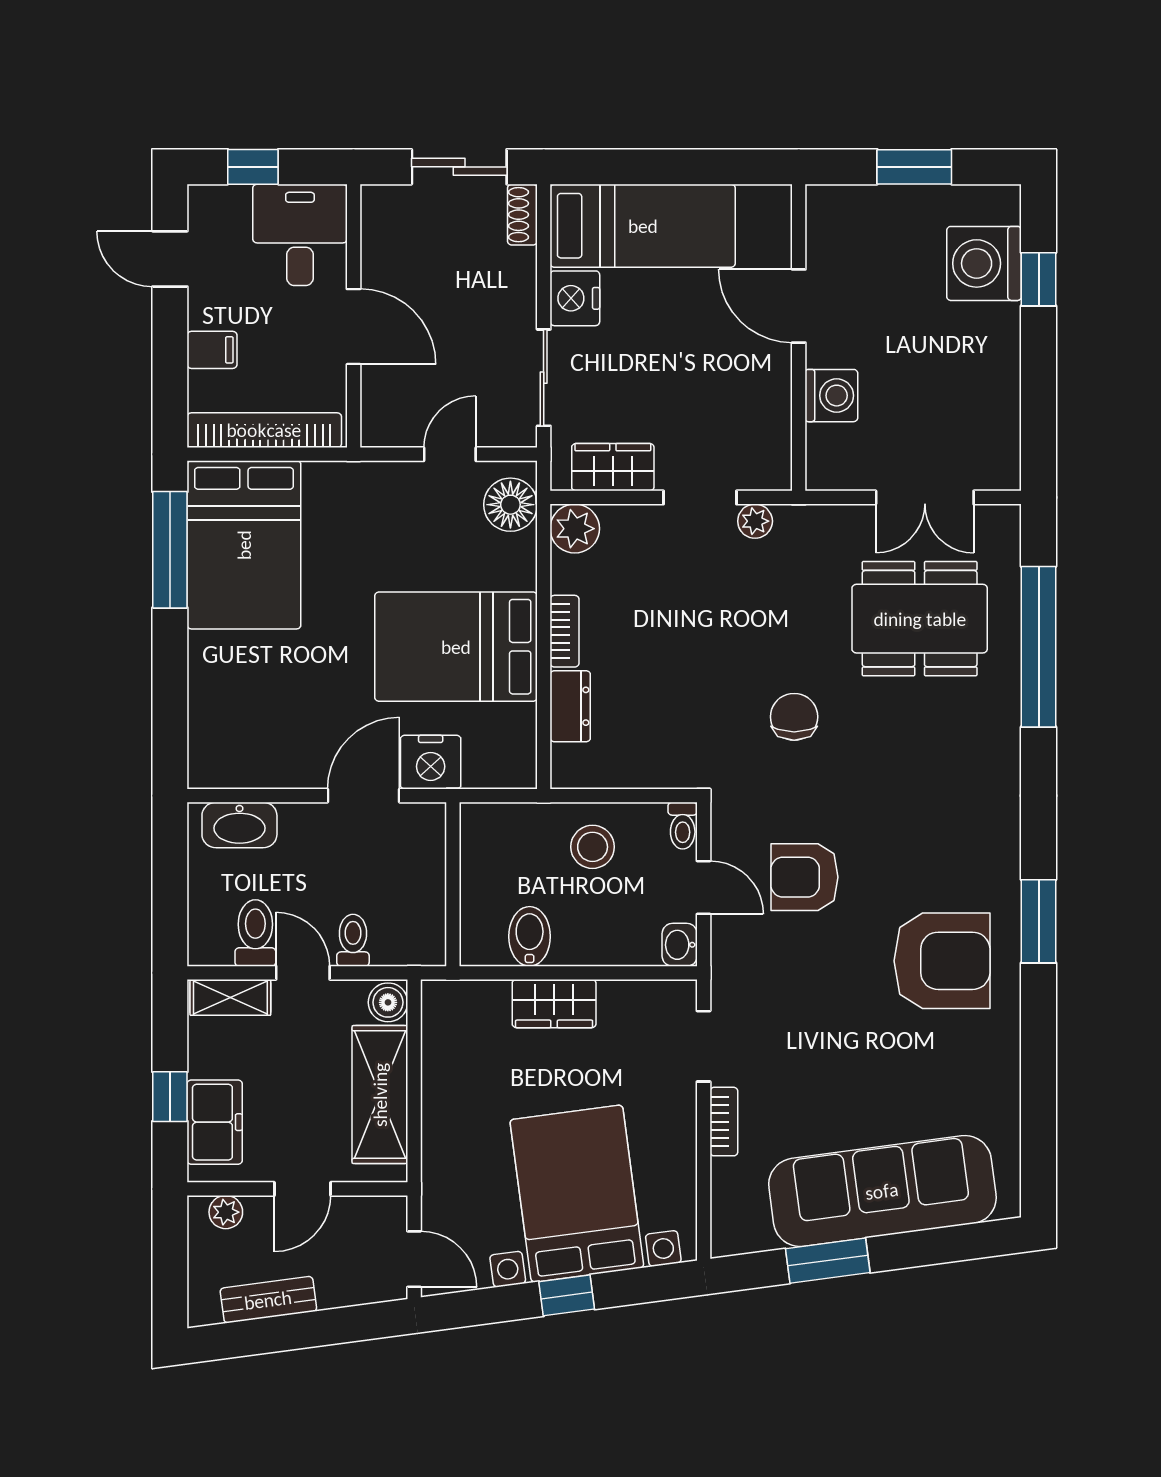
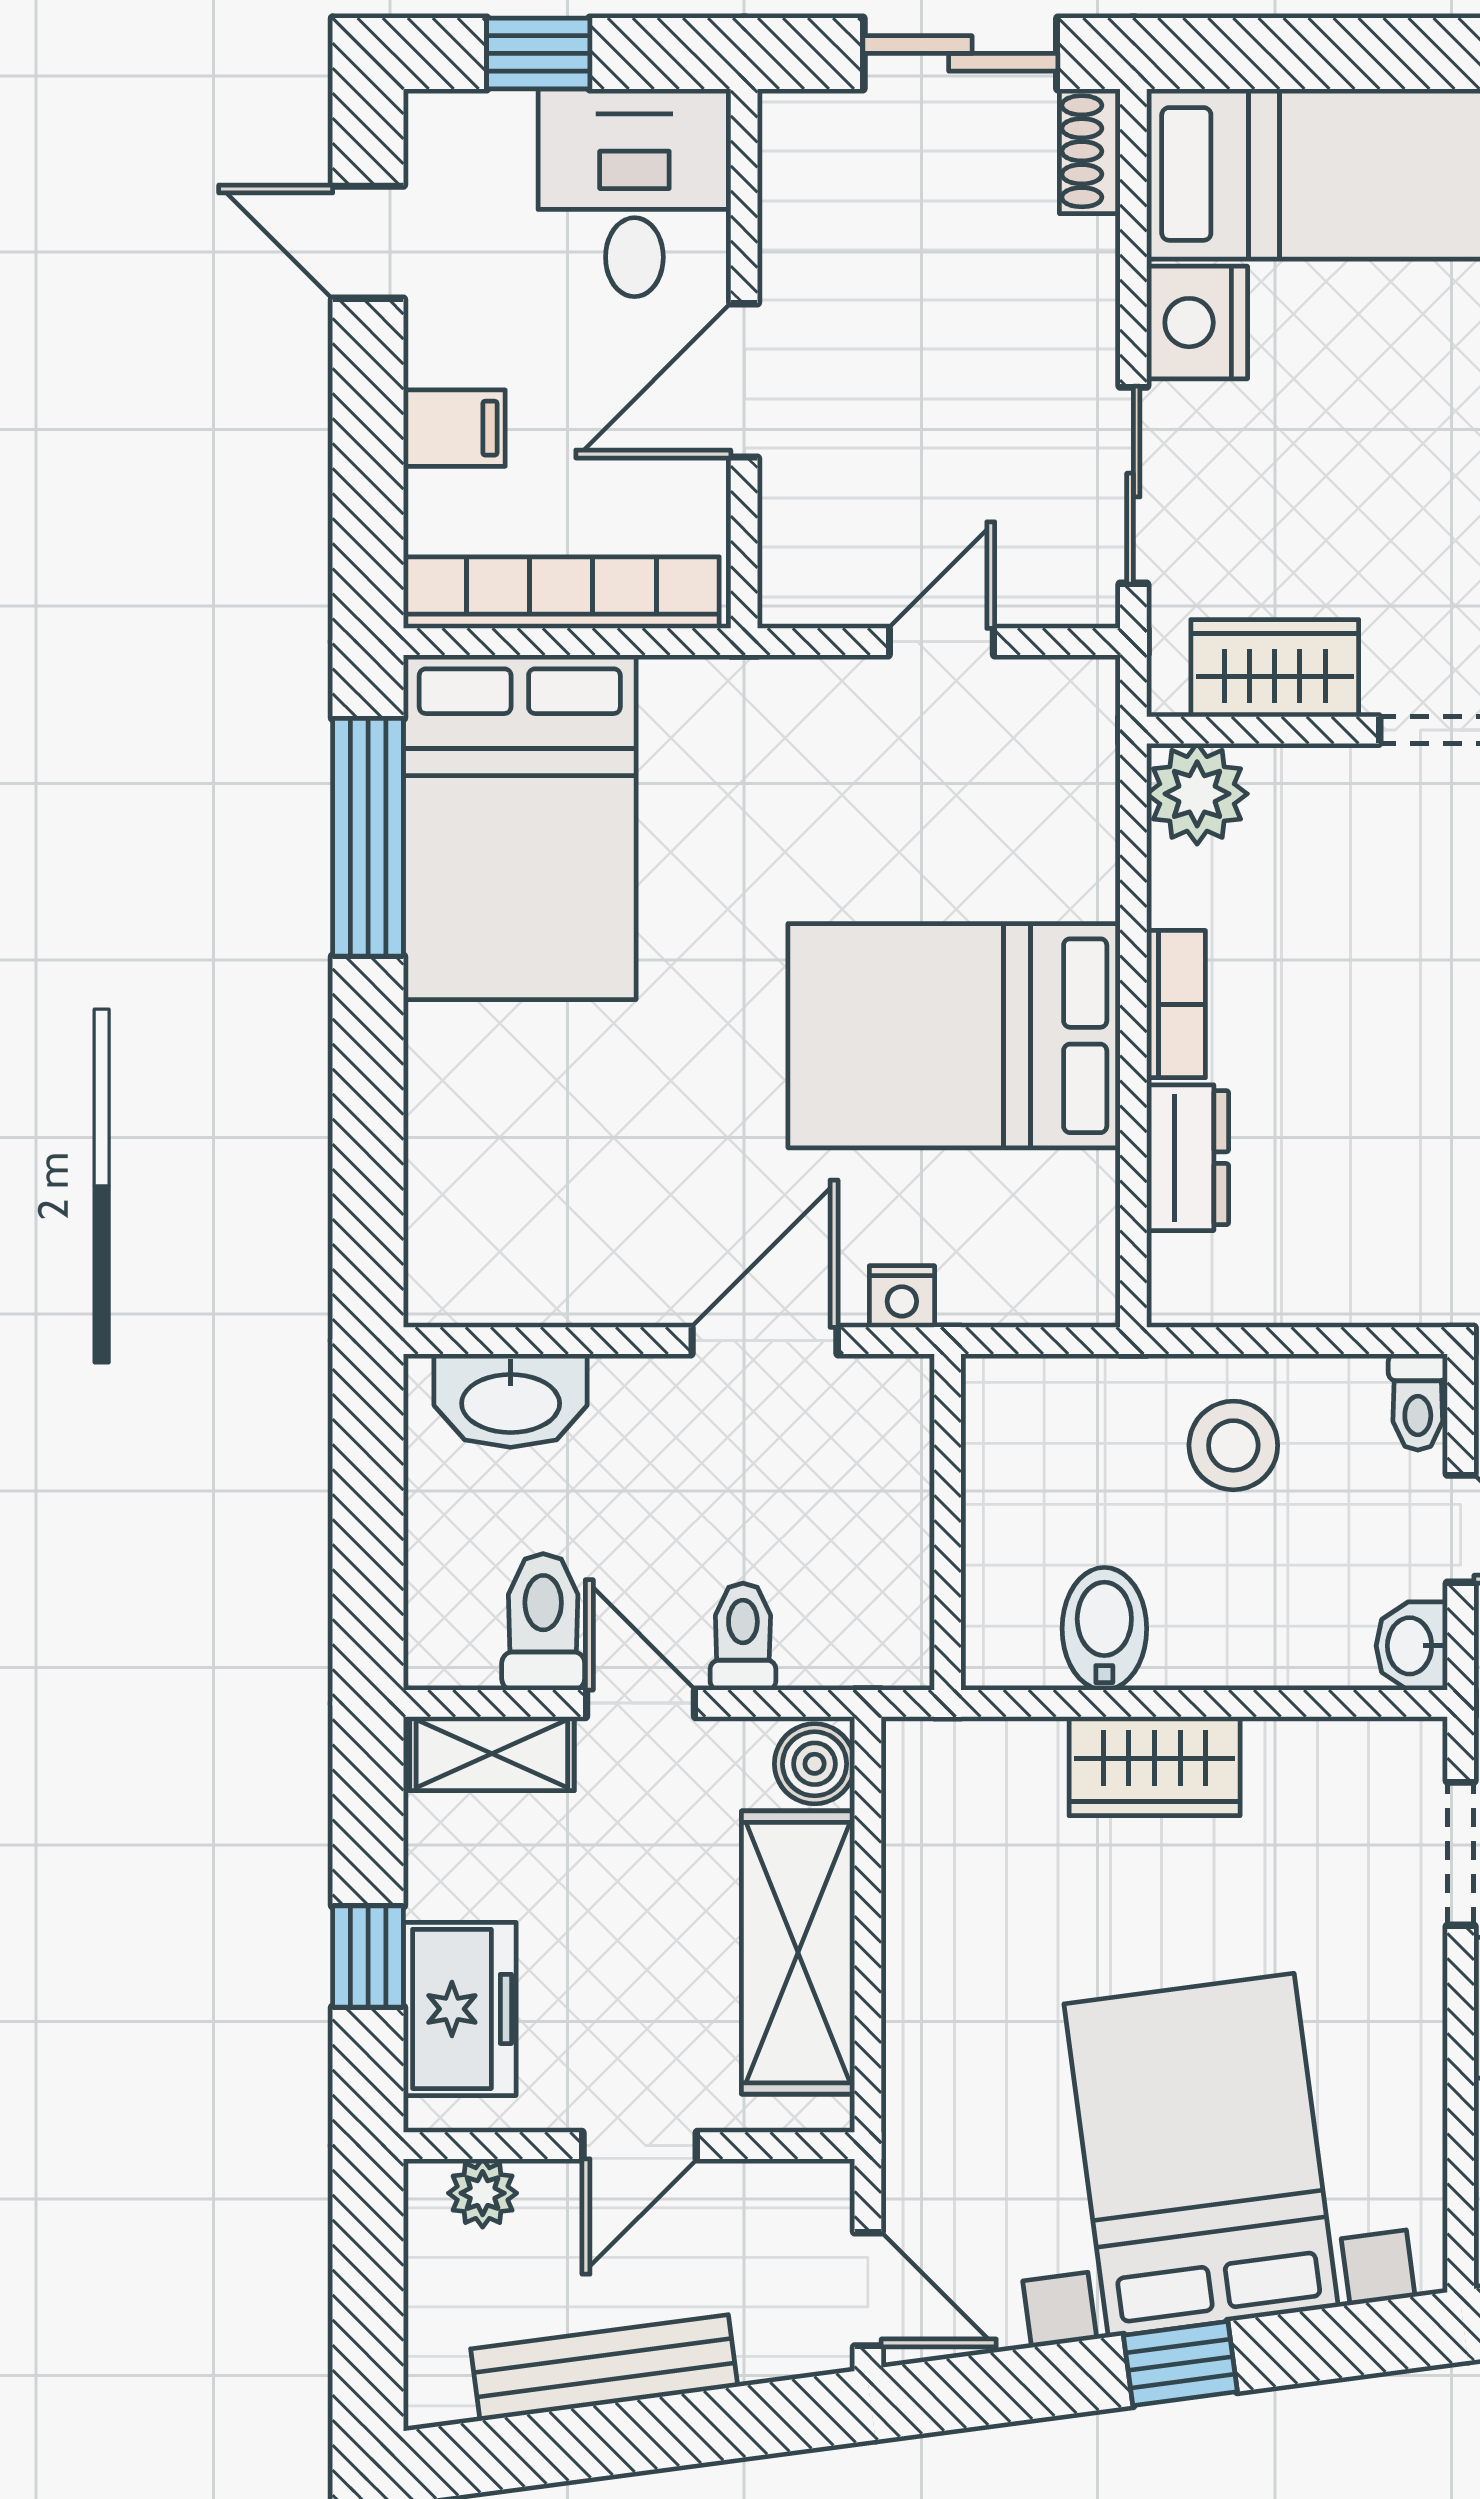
door: (354, 327) -> (744, 381), swing flipped
floor lamp: (510, 505) -> (1065, 745), removed
nightstand: (431, 762) -> (902, 1297), width x0.53, depth x0.56
bench: (268, 1300) -> (604, 2368), width x1.36

